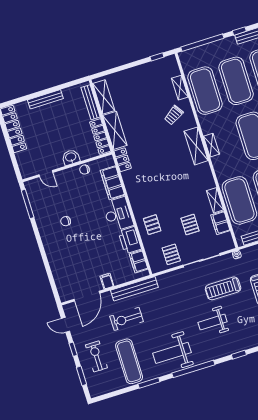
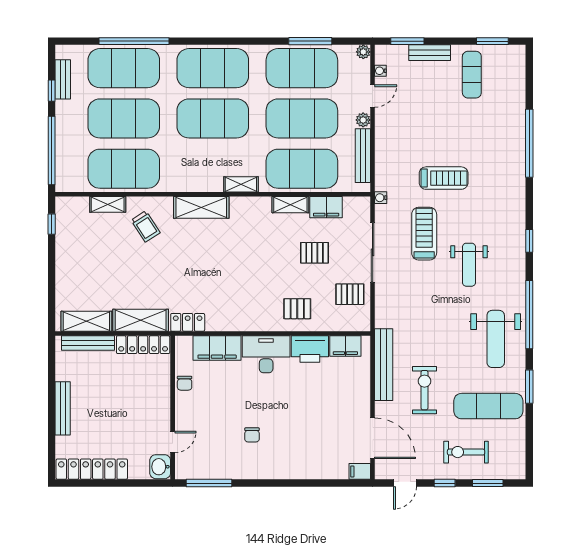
shelving: (211, 145) -> (241, 184), moved
washbasin: (71, 157) -> (160, 467), moved
filing cabinet: (107, 281) -> (360, 471), moved
treadmill: (223, 288) -> (424, 234), turned 180
exercise bike: (127, 319) -> (424, 390), turned 180

